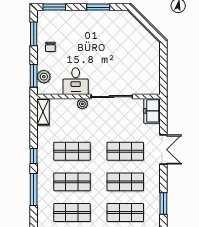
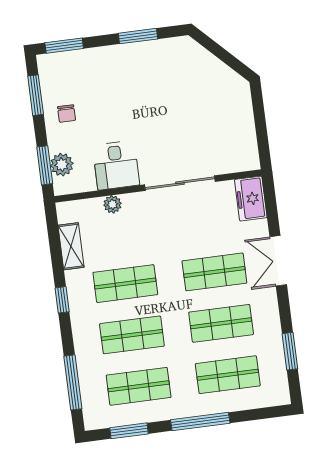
plant: (82, 104) -> (112, 204), moved
shelving: (43, 112) -> (71, 246), moved
double door: (163, 150) -> (278, 261), swing flipped
window: (34, 190) -> (73, 382), moved

